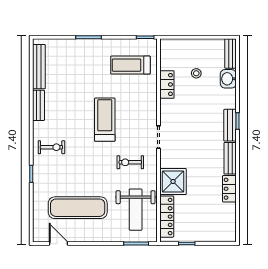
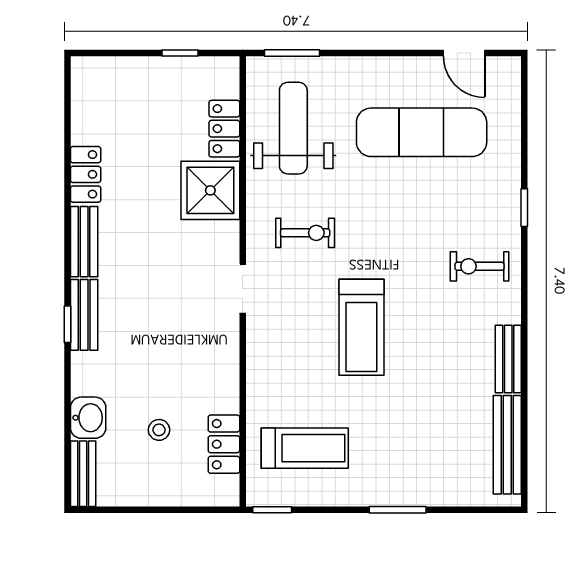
locker: (167, 84) -> (224, 444), moved
locker: (167, 217) -> (224, 129), width x0.66

